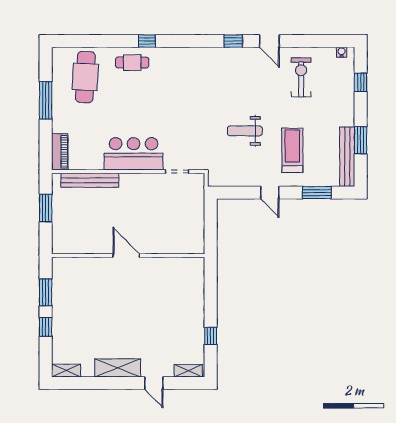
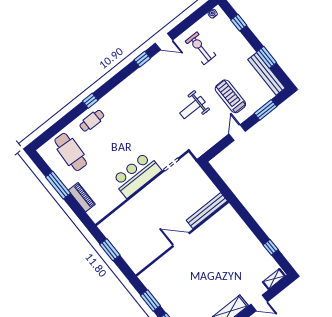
piano: (60, 152) -> (82, 197), moved
bench: (90, 180) -> (207, 211), moved
door: (270, 193) -> (237, 133), swing flipped

